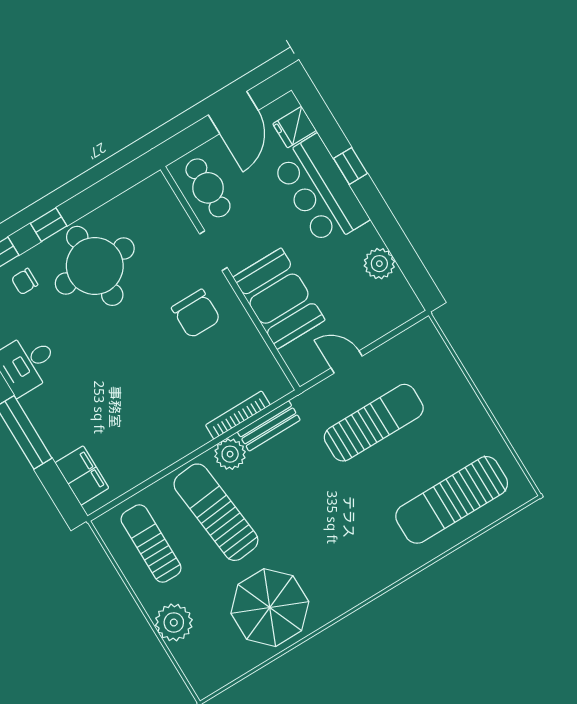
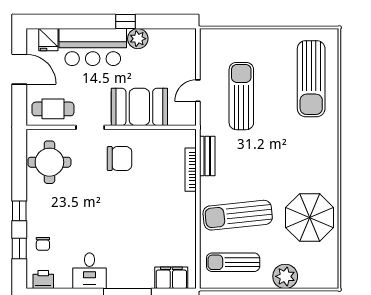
window: (350, 166) -> (125, 22), moved
plant: (379, 264) -> (138, 39), moved
round table: (95, 266) -> (49, 162), moved, width x0.73, depth x0.73
plant: (230, 454) -> (210, 187), removed

